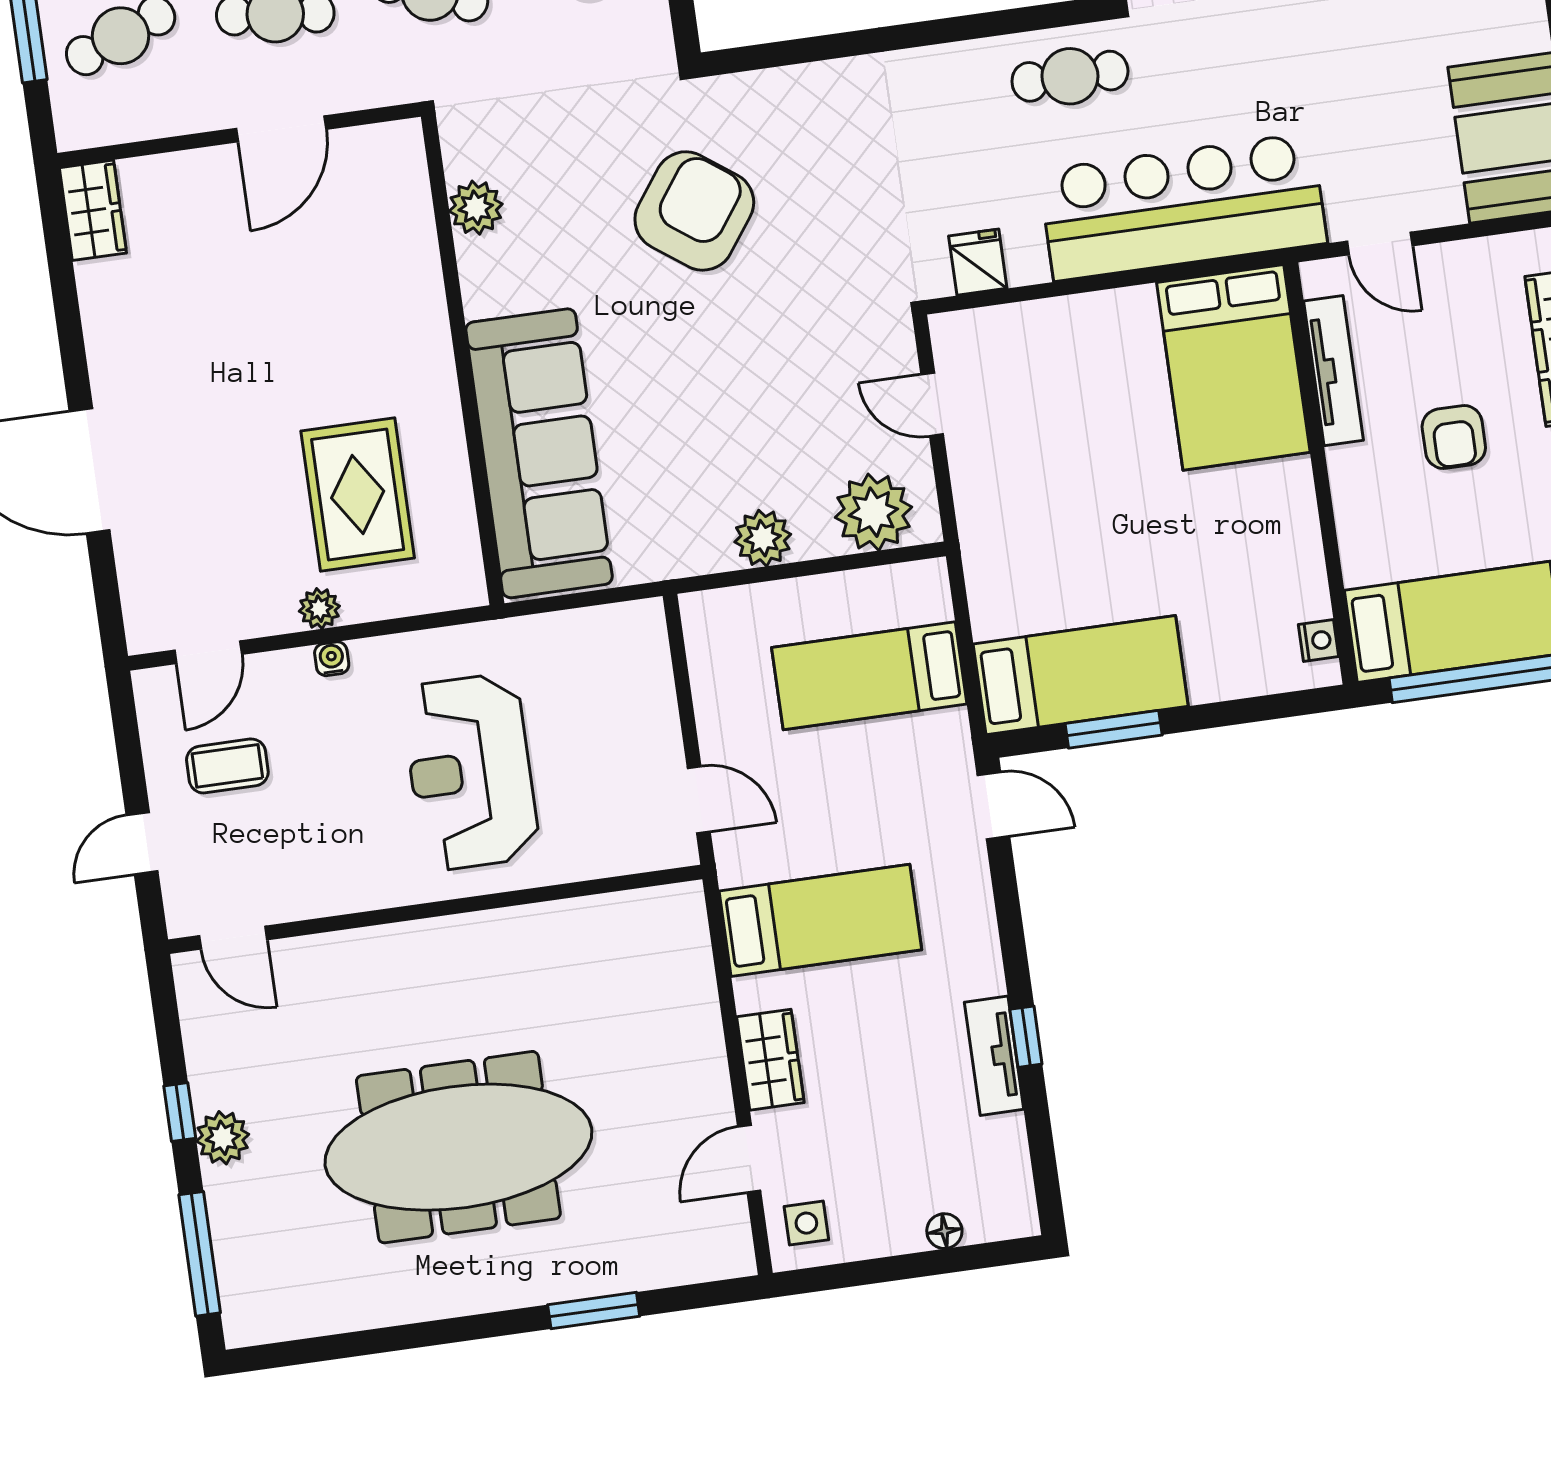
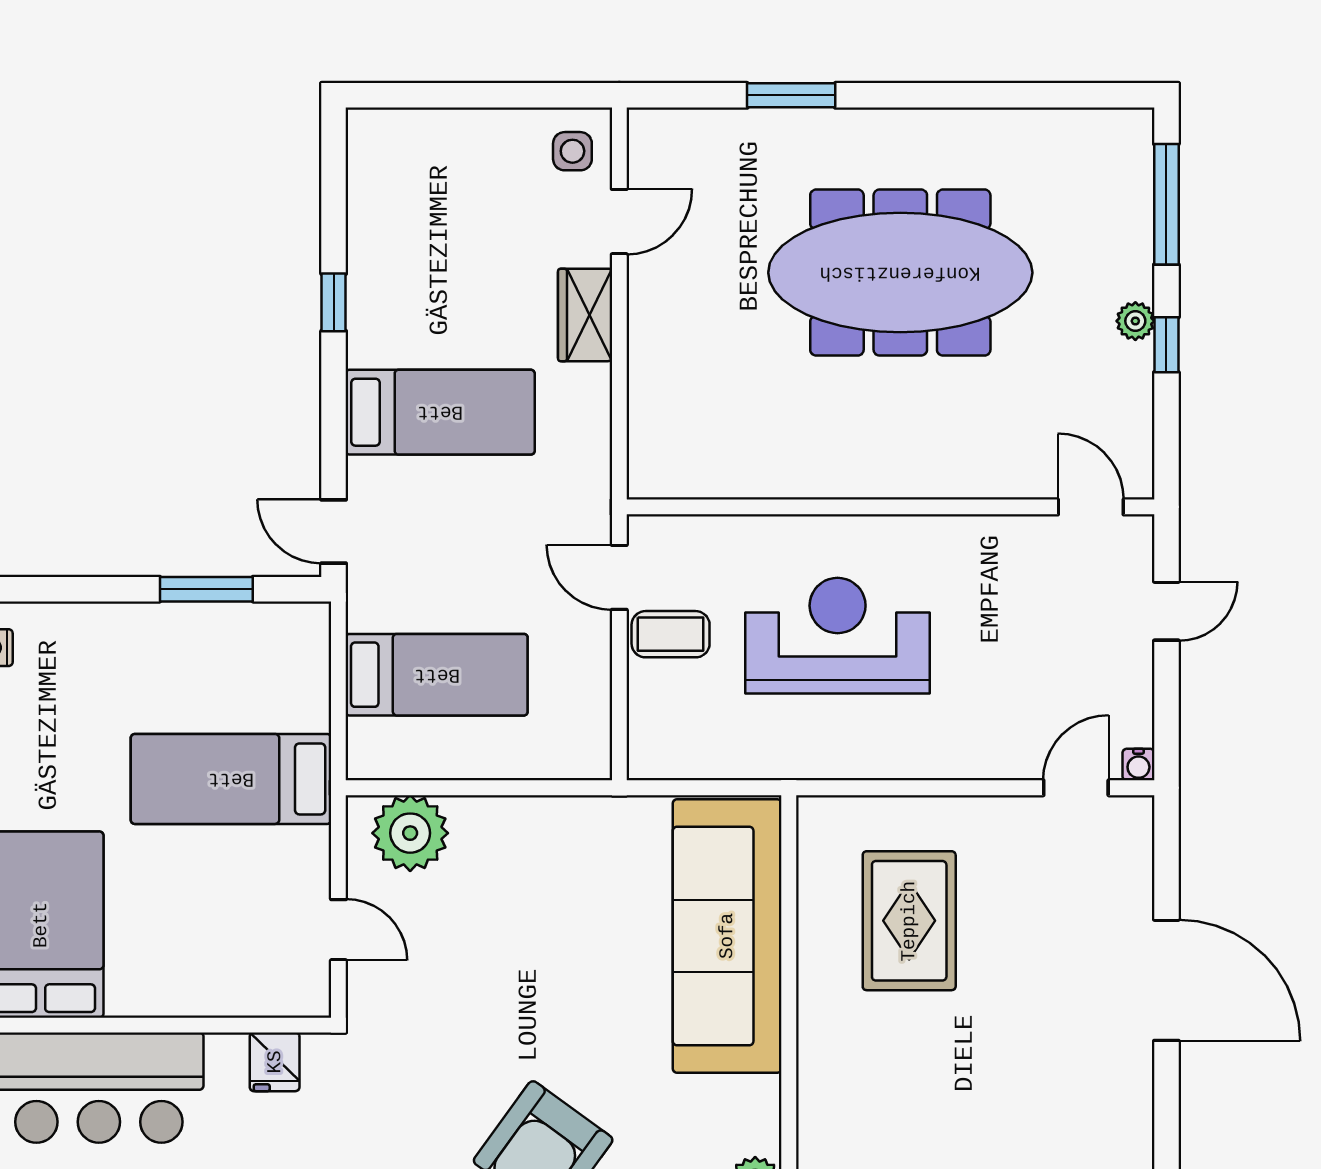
plant: (763, 538) -> (521, 823), removed
plant: (319, 609) -> (962, 815), removed
water cooler: (332, 659) -> (1138, 765), moved
bed: (1081, 675) -> (231, 779), moved
coffee table: (227, 766) -> (671, 634), moved
reception desk: (470, 772) -> (838, 636), turned -90
bed: (820, 920) -> (440, 412), moved, turned 180
tv unit: (994, 1056) -> (367, 288), removed
plant: (223, 1138) -> (1135, 321), width x0.73, depth x0.73
floor lamp: (944, 1231) -> (439, 125), removed

